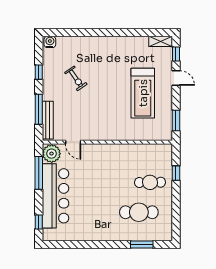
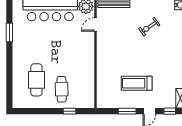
treadmill: (143, 93) -> (137, 83), width x0.73, depth x0.73
window: (176, 120) -> (127, 111), moved
window: (142, 244) -> (9, 32), moved

